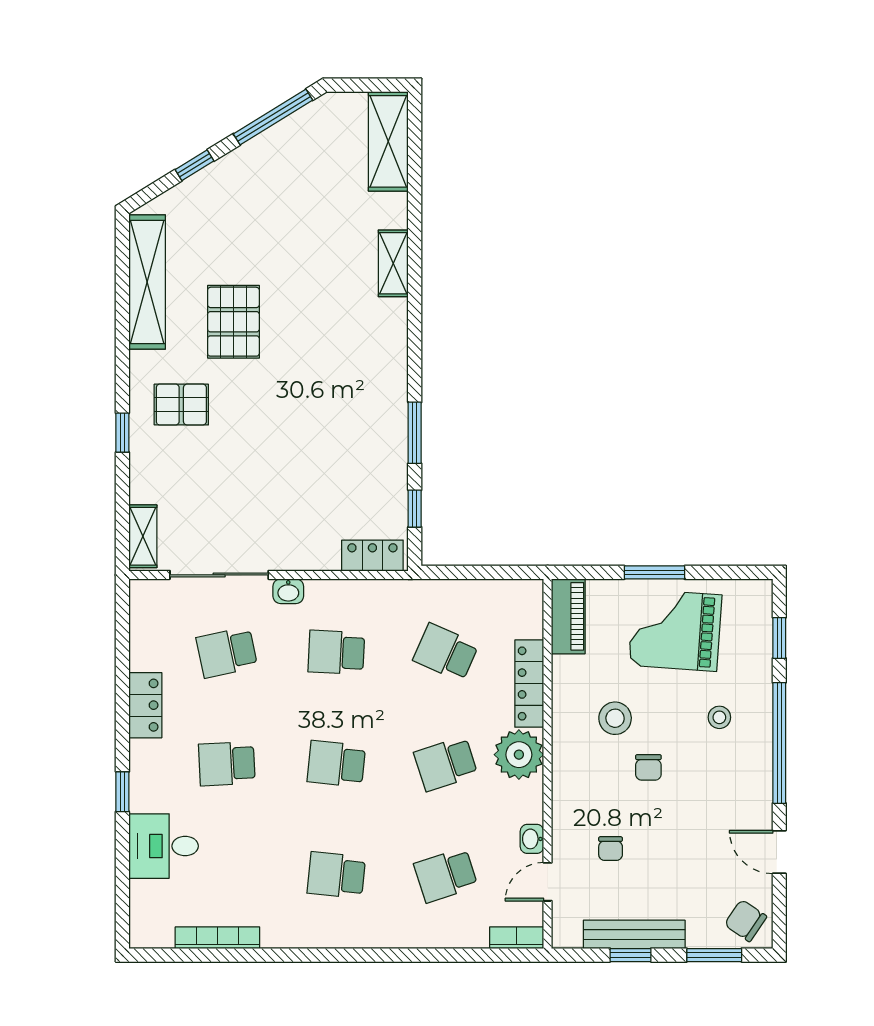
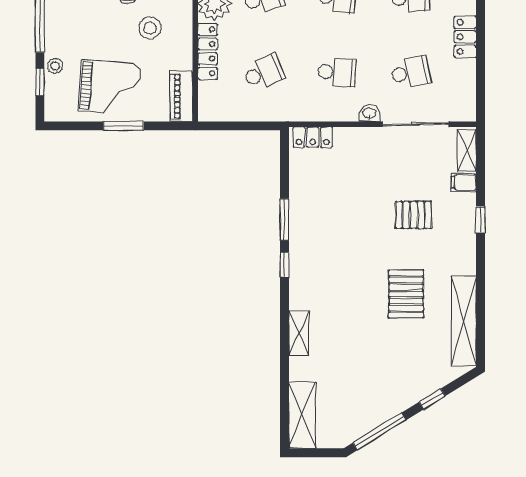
pallet: (181, 405) -> (413, 215), moved
filing cabinet: (147, 488) -> (464, 182), added
window: (415, 509) -> (284, 265), moved
school desk: (446, 652) -> (264, 72), turned -48
stool: (719, 717) -> (55, 66), moved

